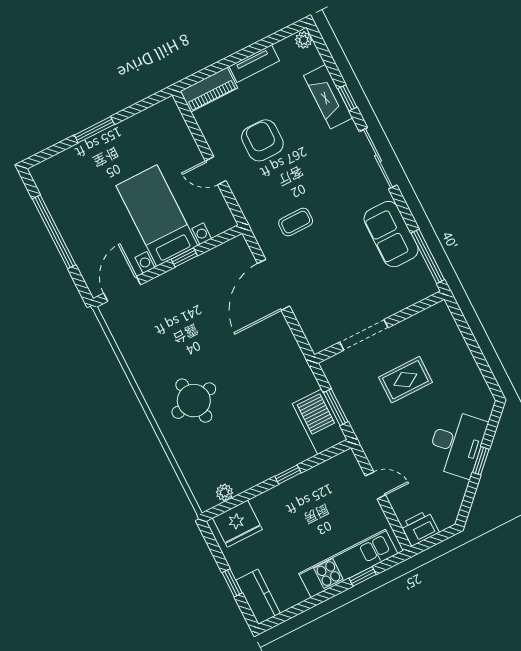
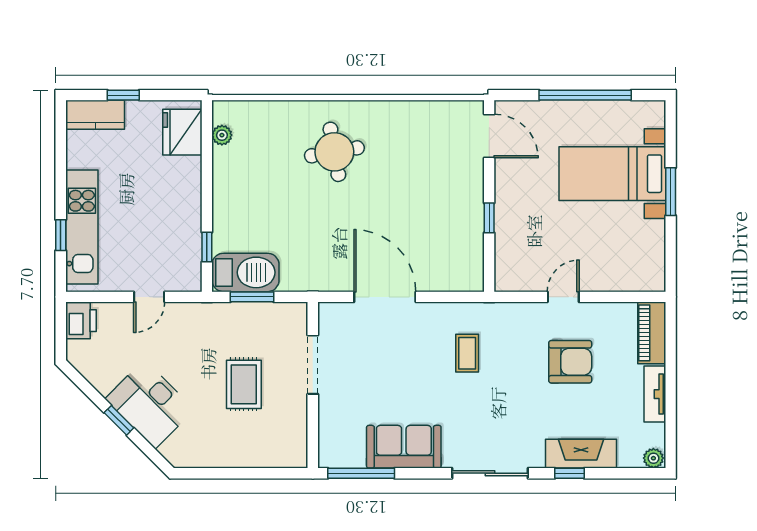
bed with nightstands: (157, 216) -> (612, 174), moved, turned 180
door: (274, 285) -> (385, 297), moved
window: (288, 475) -> (207, 247), moved

